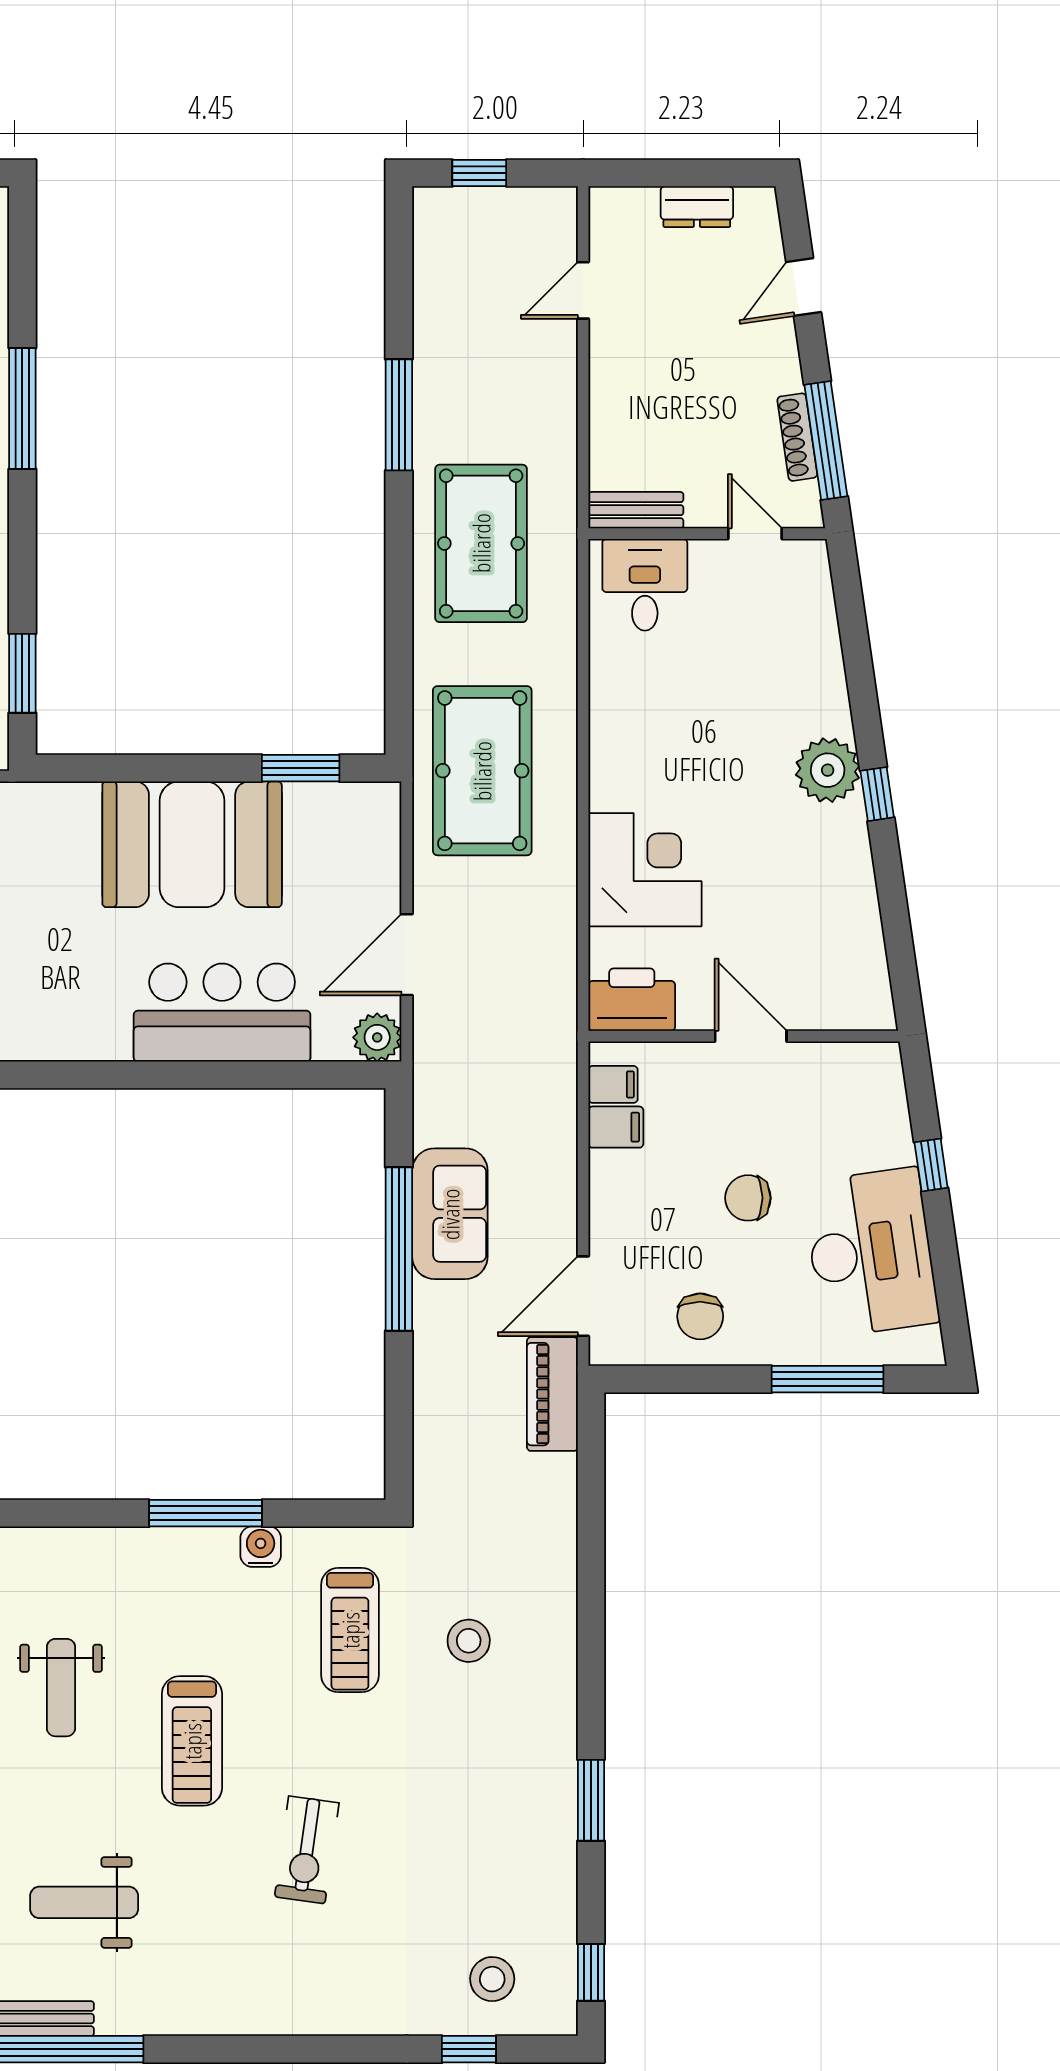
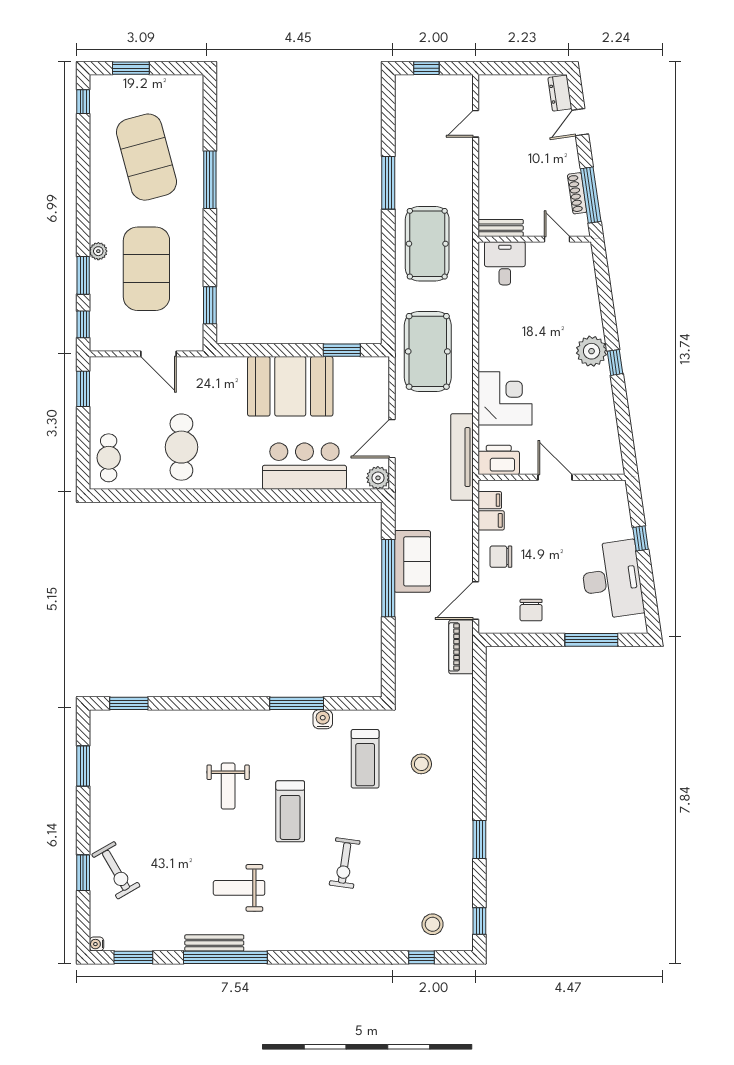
dresser: (697, 207) -> (560, 93), moved, turned 82
tv unit: (554, 993) -> (462, 457), added
chair: (748, 1198) -> (501, 557), moved

